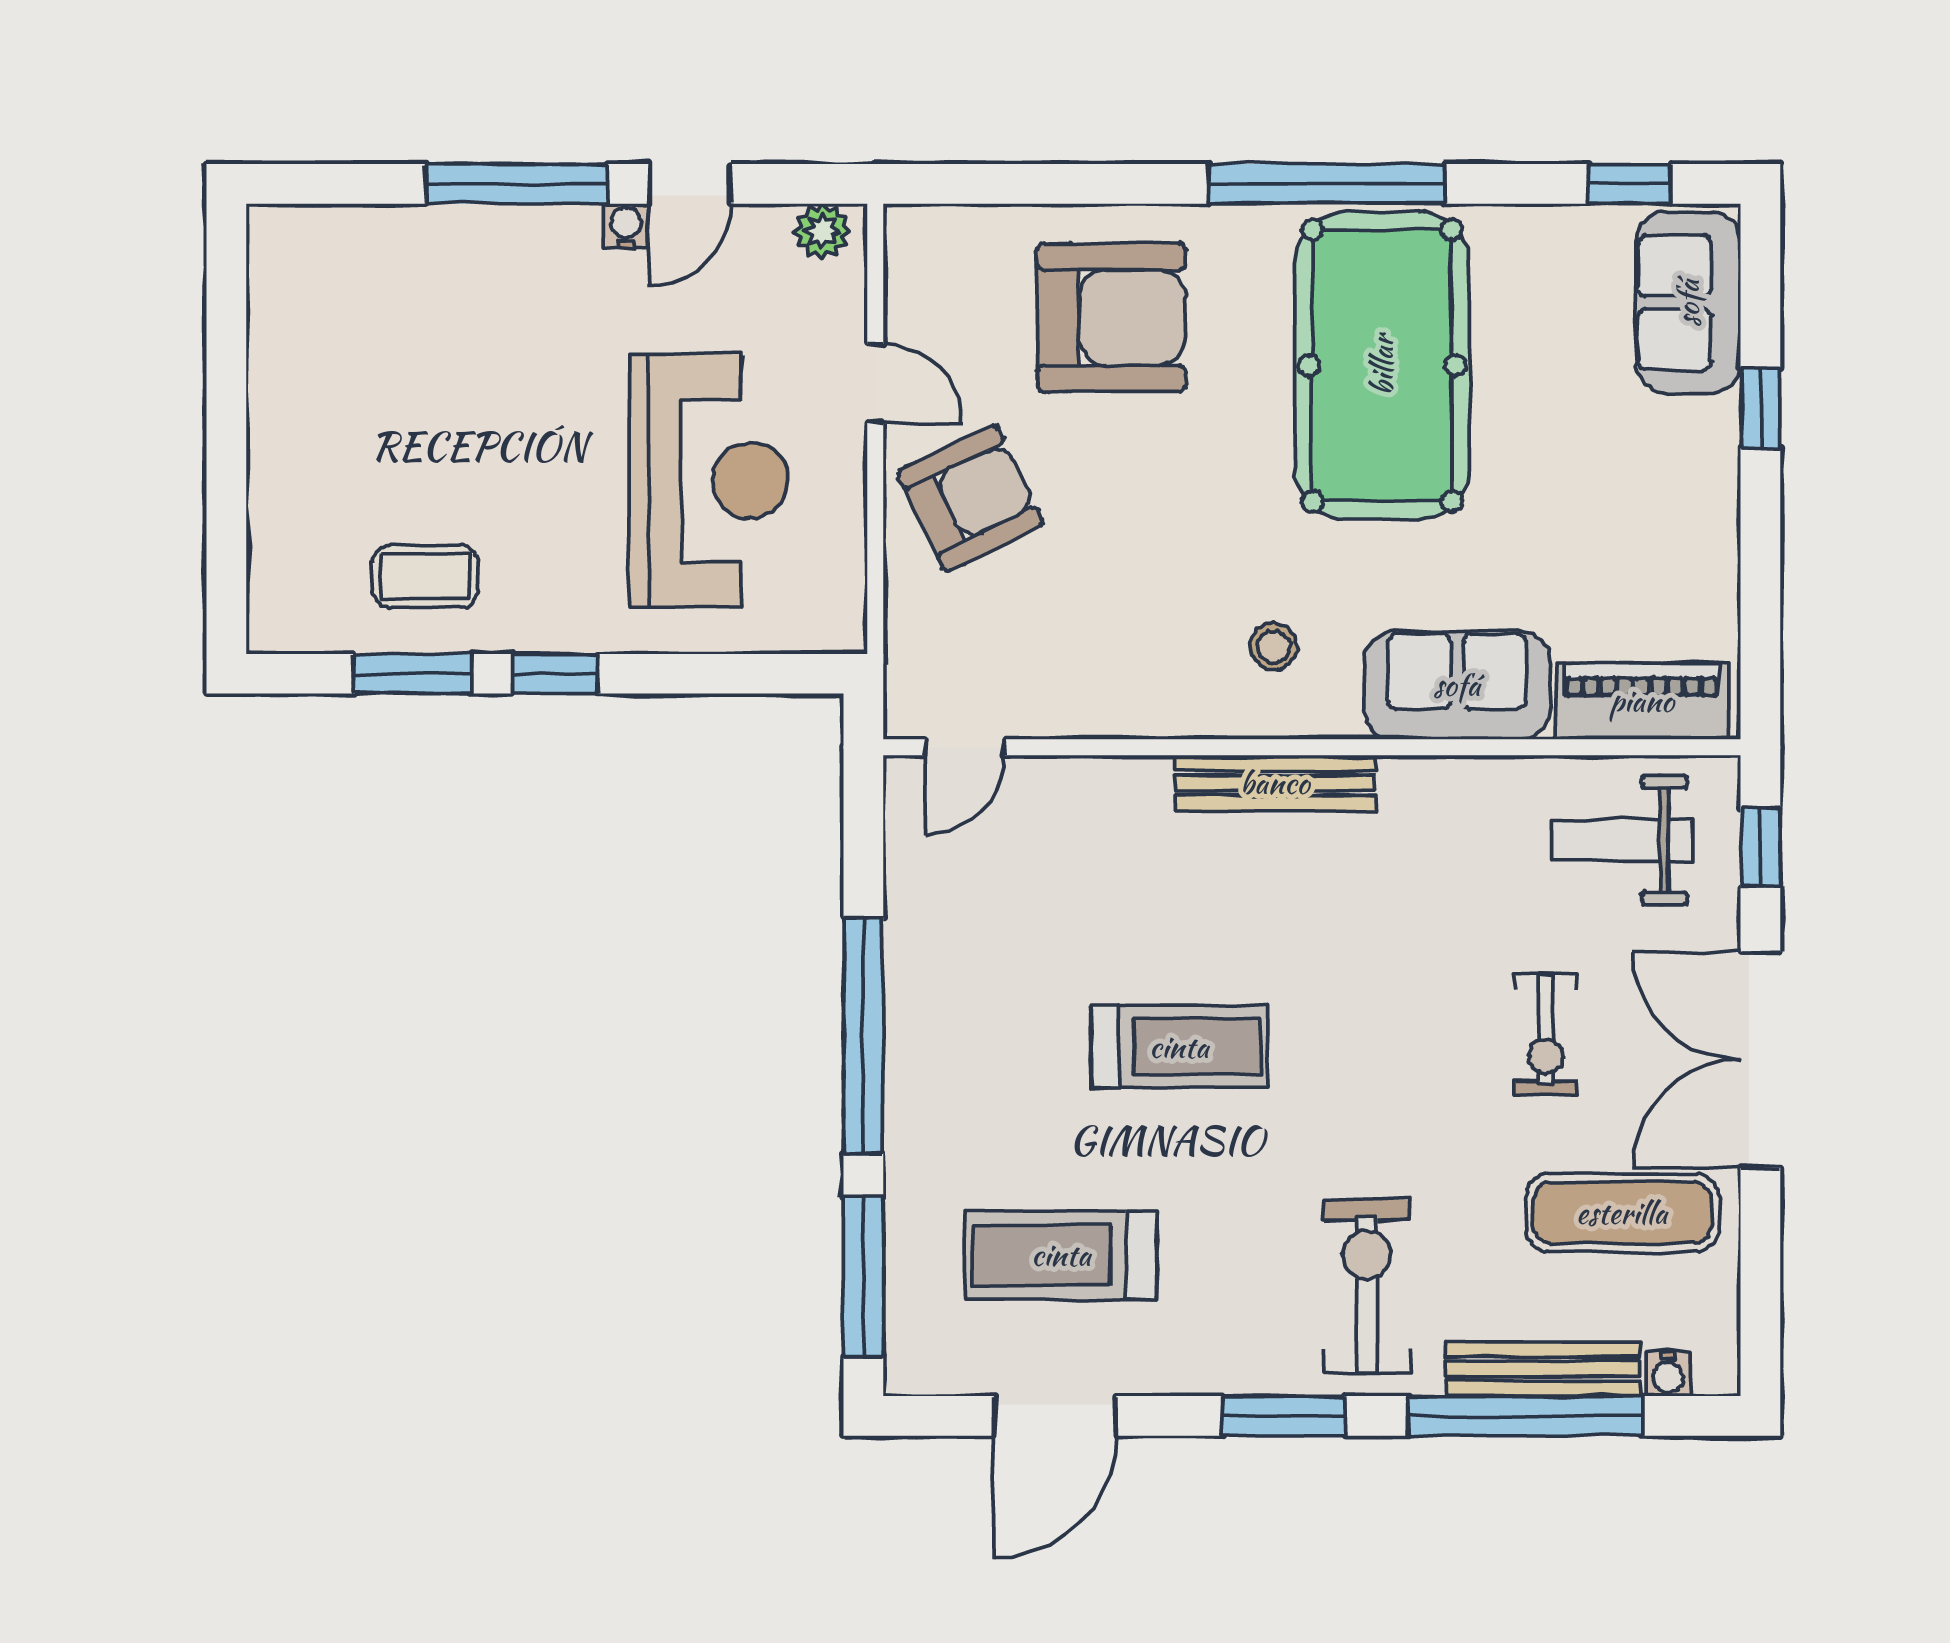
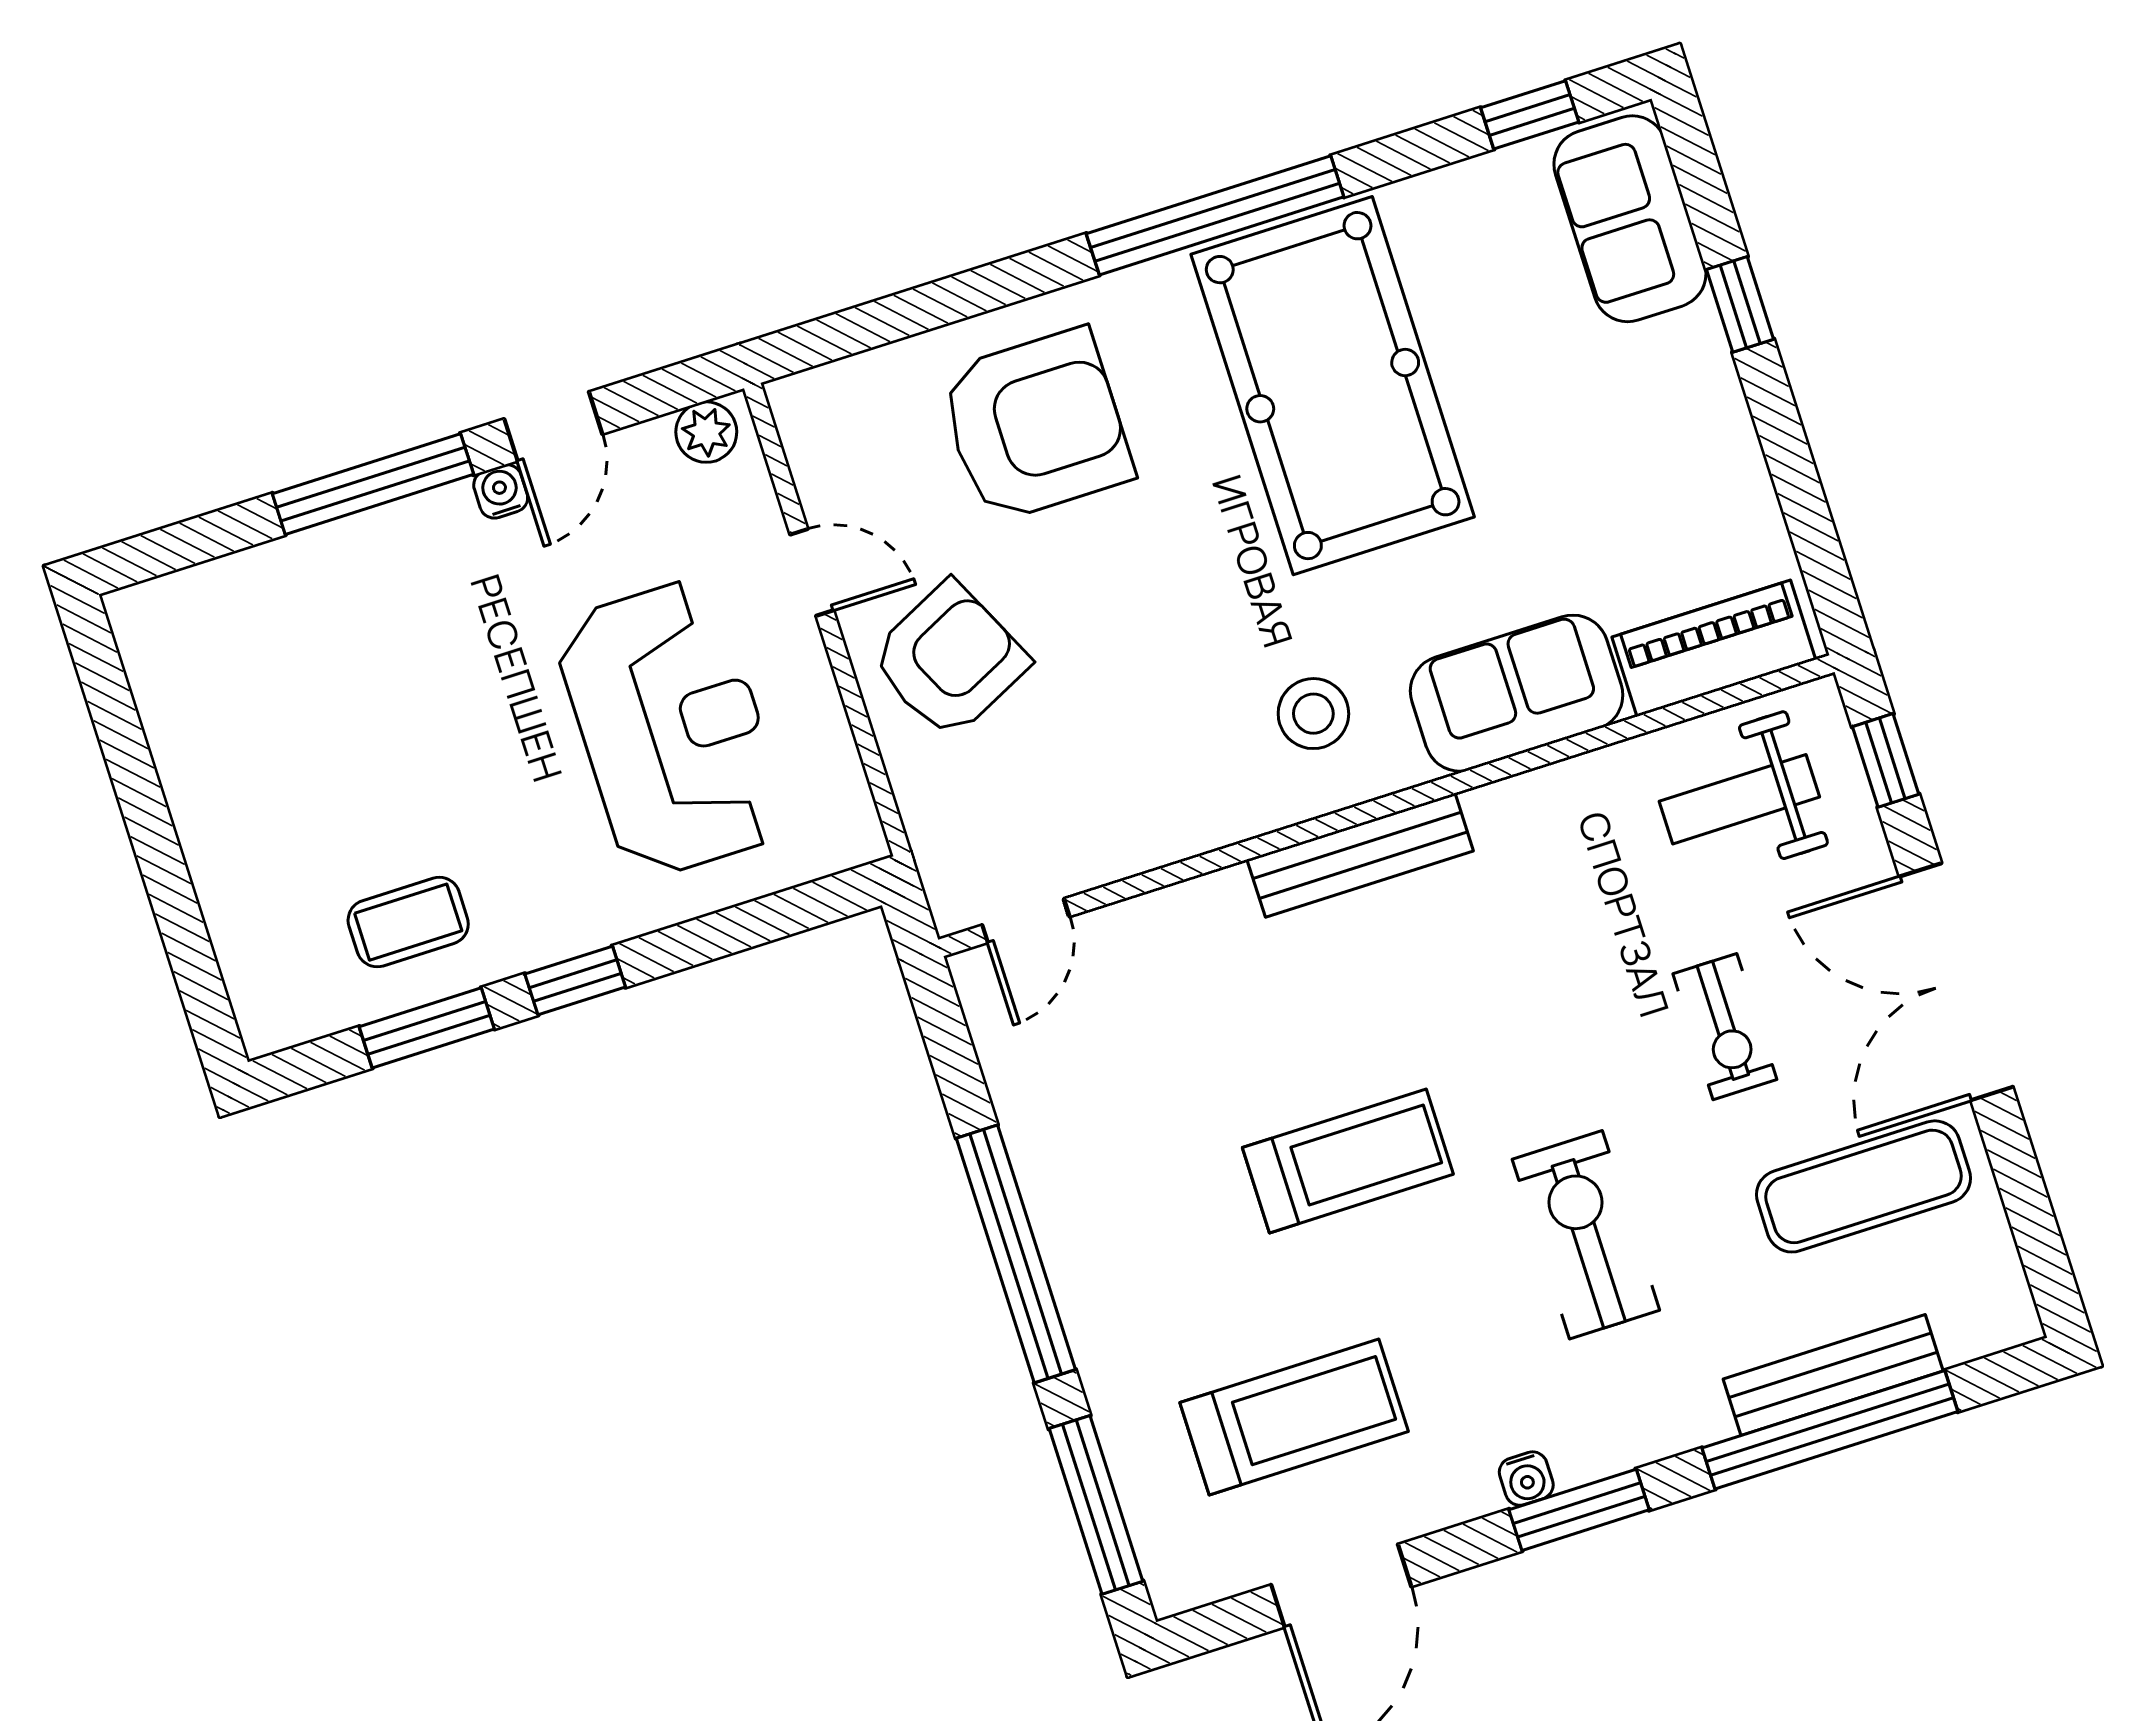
stool: (1274, 646) -> (1313, 714), width x1.37, depth x1.37
treadmill: (1061, 1255) -> (1294, 1417), turned 180
exercise bike: (1367, 1286) -> (1586, 1235), moved
water cooler: (1668, 1374) -> (1526, 1479), moved

